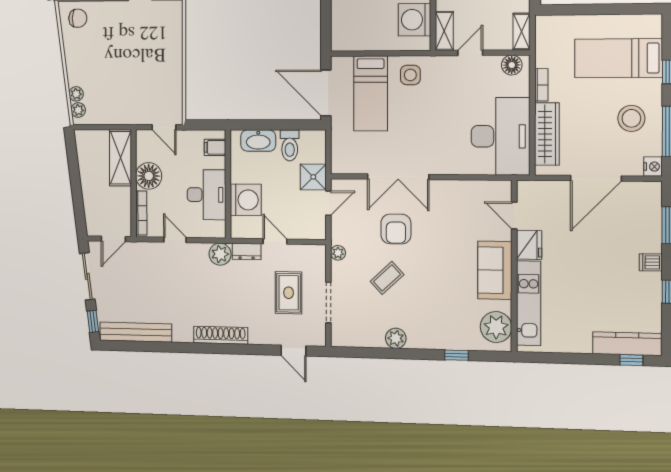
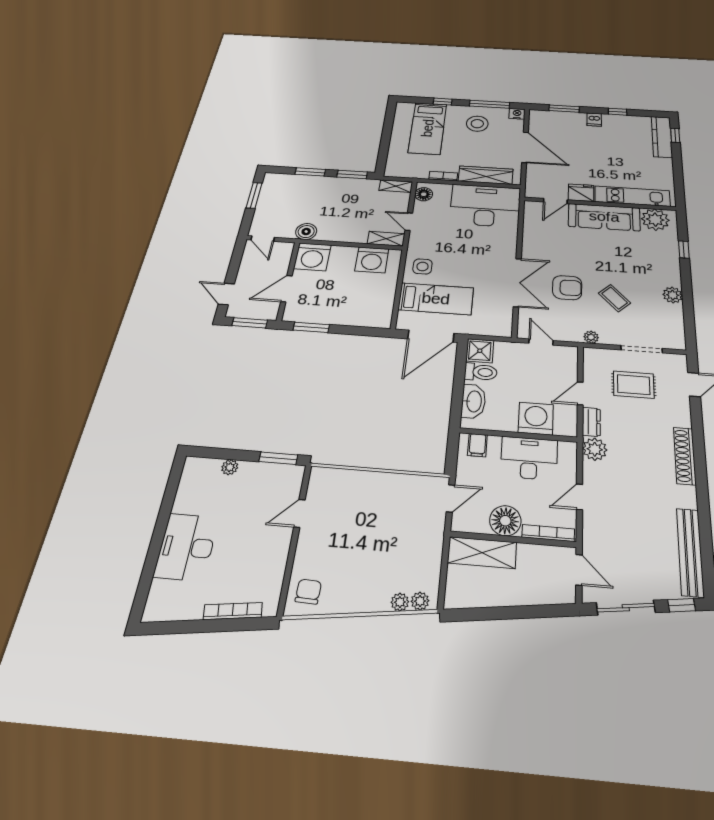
shower: (313, 177) -> (480, 351), moved
sofa: (495, 270) -> (604, 217), width x1.36

